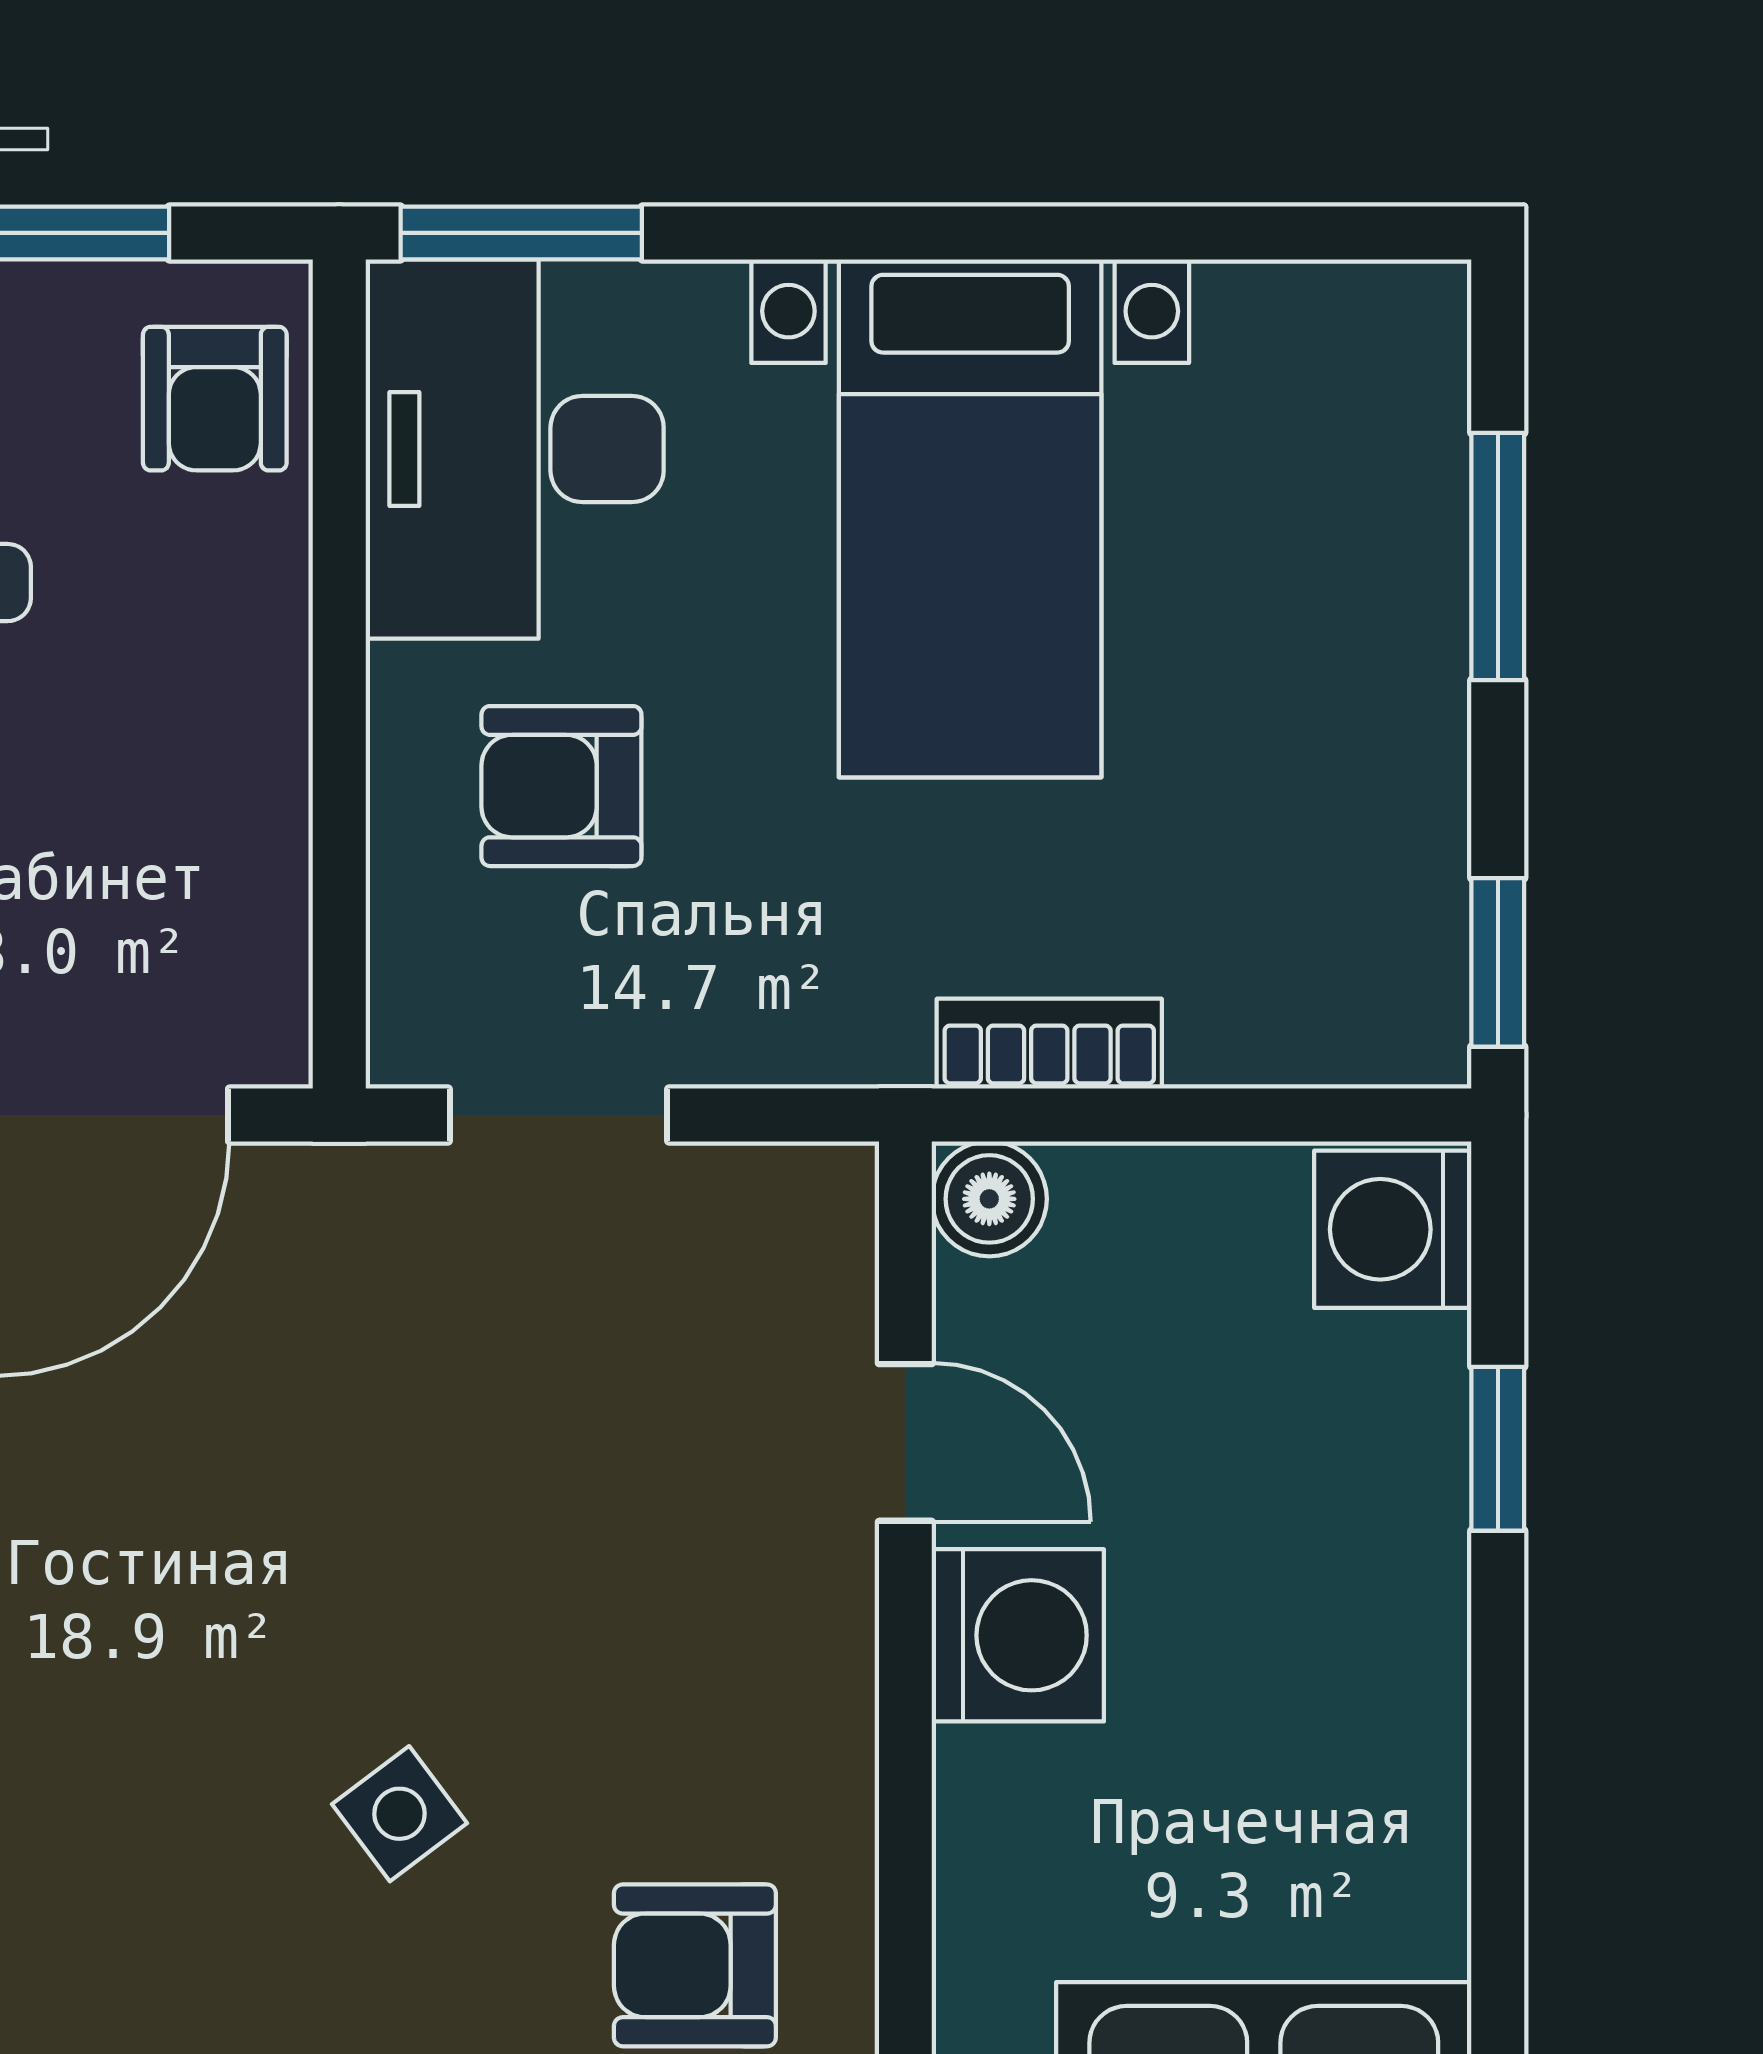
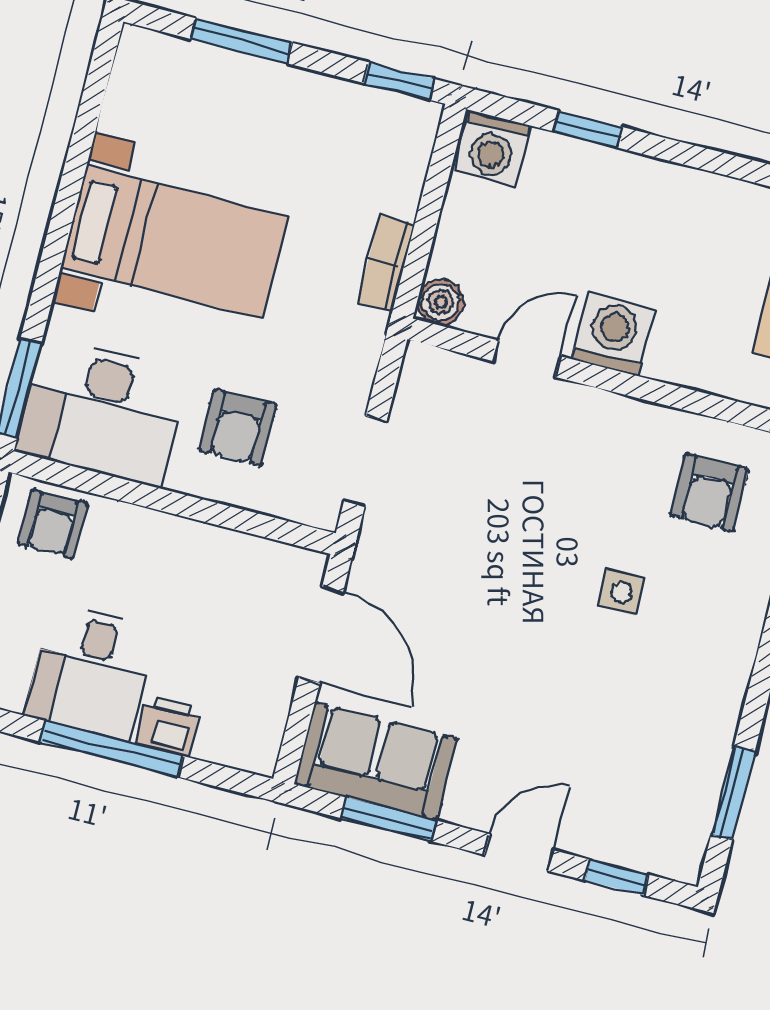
armchair: (215, 399) -> (53, 524), turned 90
side table: (400, 1814) -> (621, 592), turned 37

